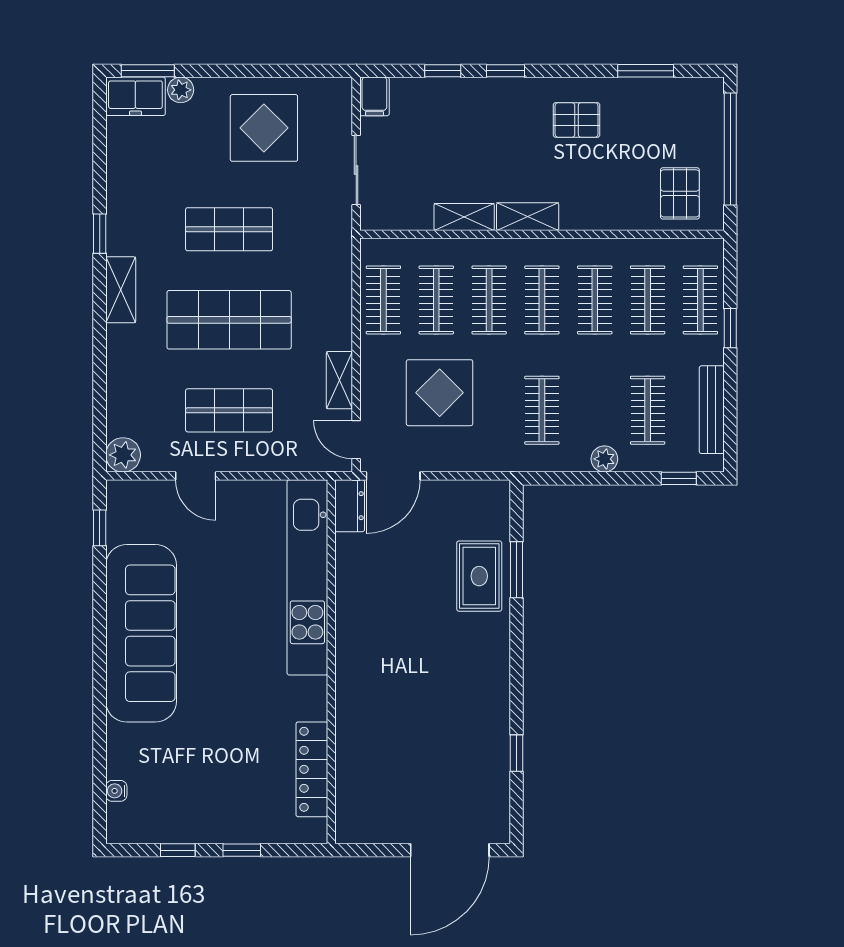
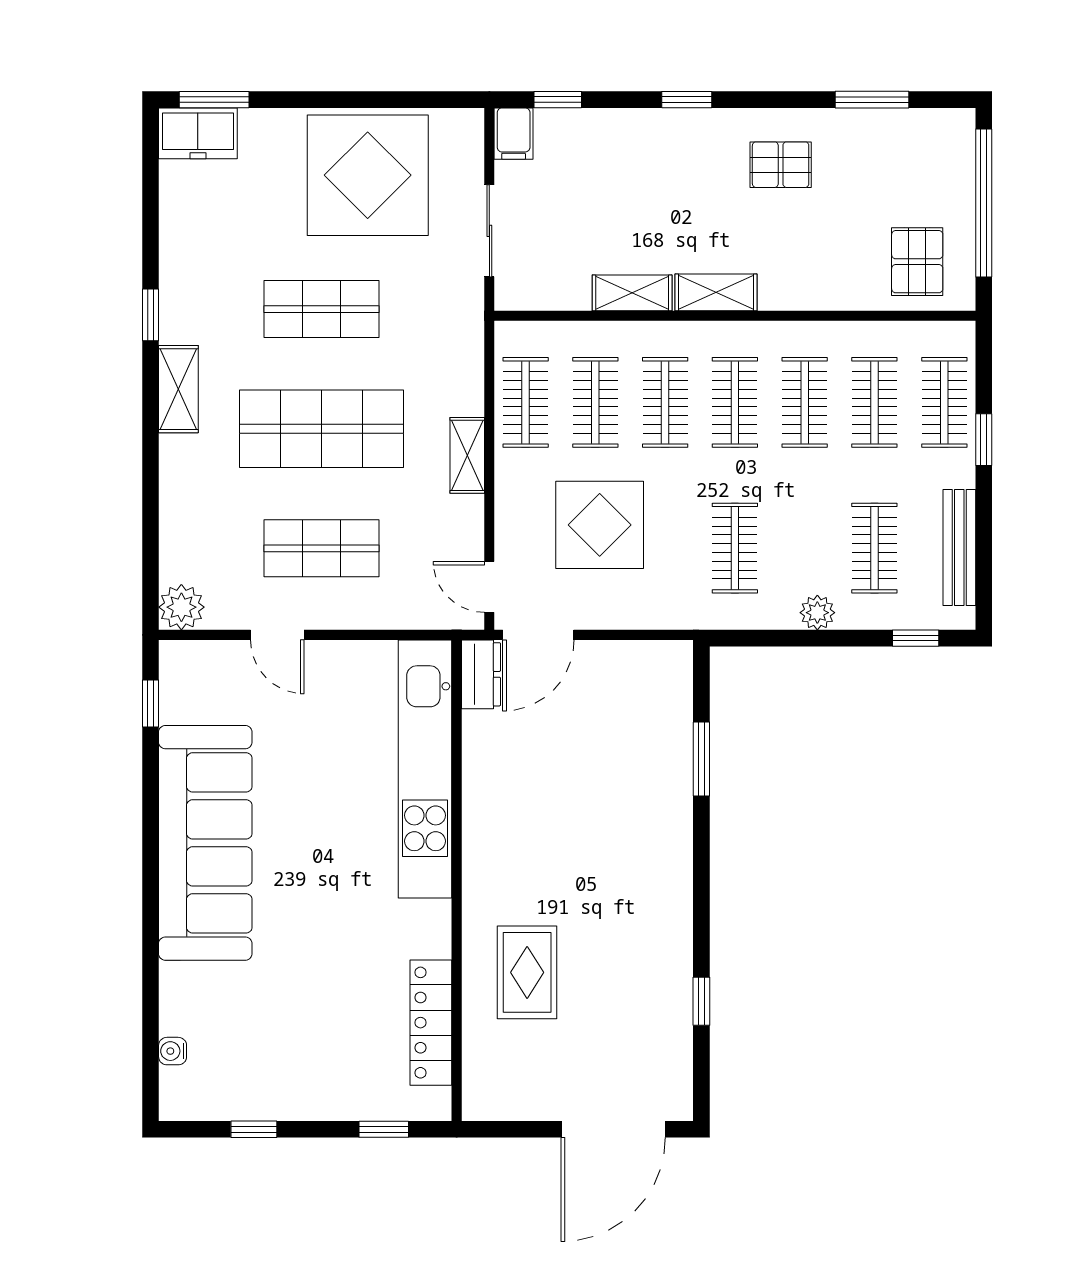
window: (443, 71) -> (558, 100), moved
plant: (181, 90) -> (258, 125), removed
display table: (264, 128) -> (368, 175), width x1.36, depth x1.36
shelving: (339, 380) -> (467, 455), moved
rug: (479, 576) -> (527, 972), moved
window: (242, 850) -> (384, 1129), moved

